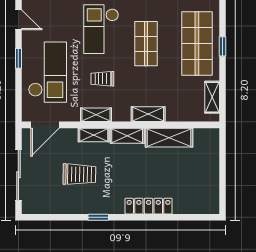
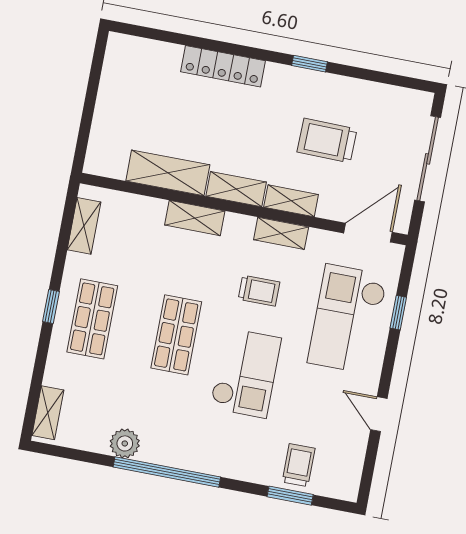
shop shelf: (197, 44) -> (92, 319), width x0.70, depth x0.74
window: (18, 58) -> (398, 313), moved

